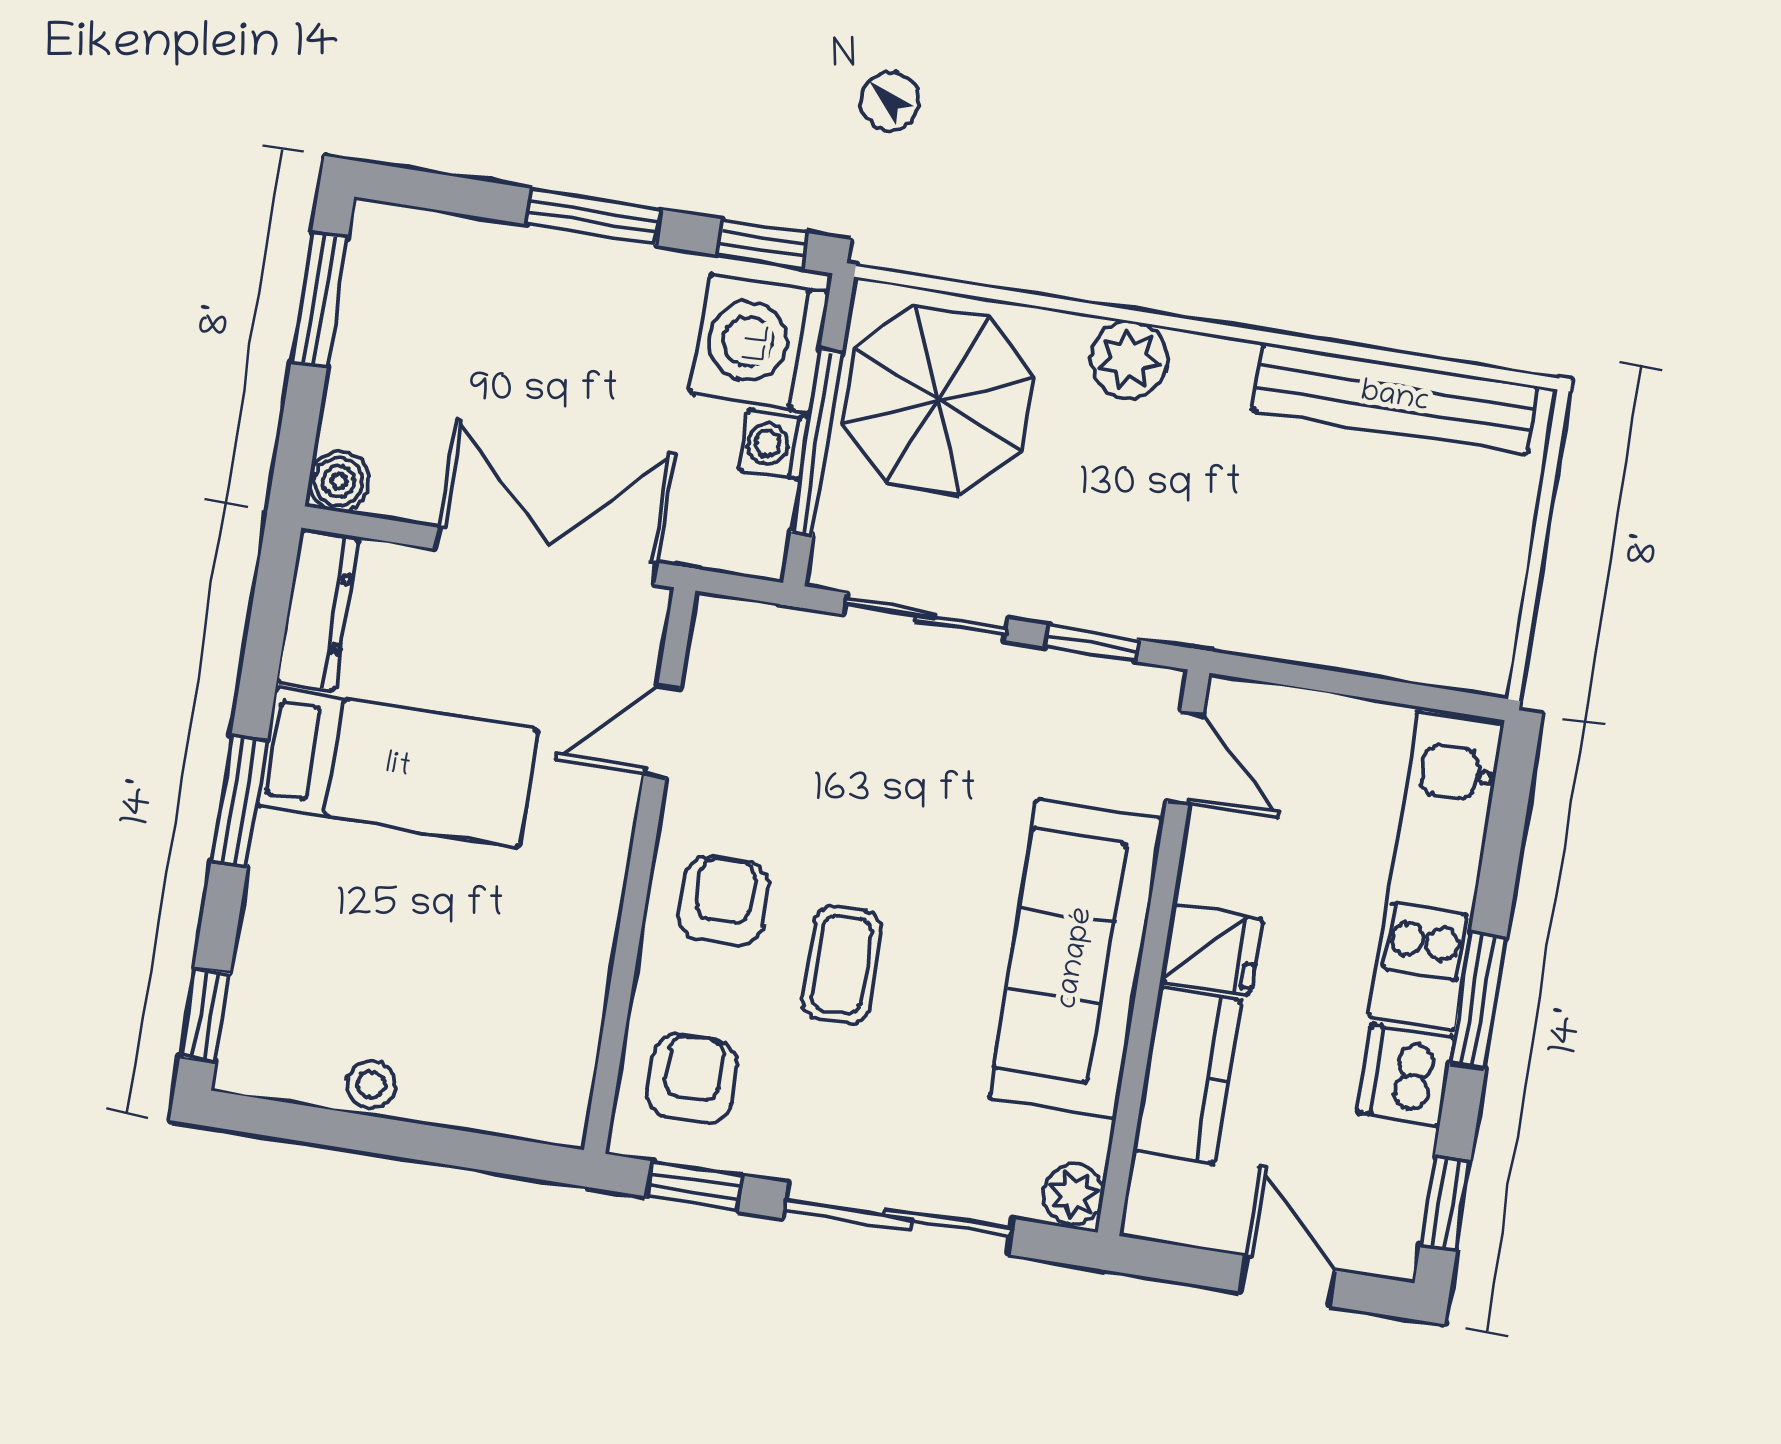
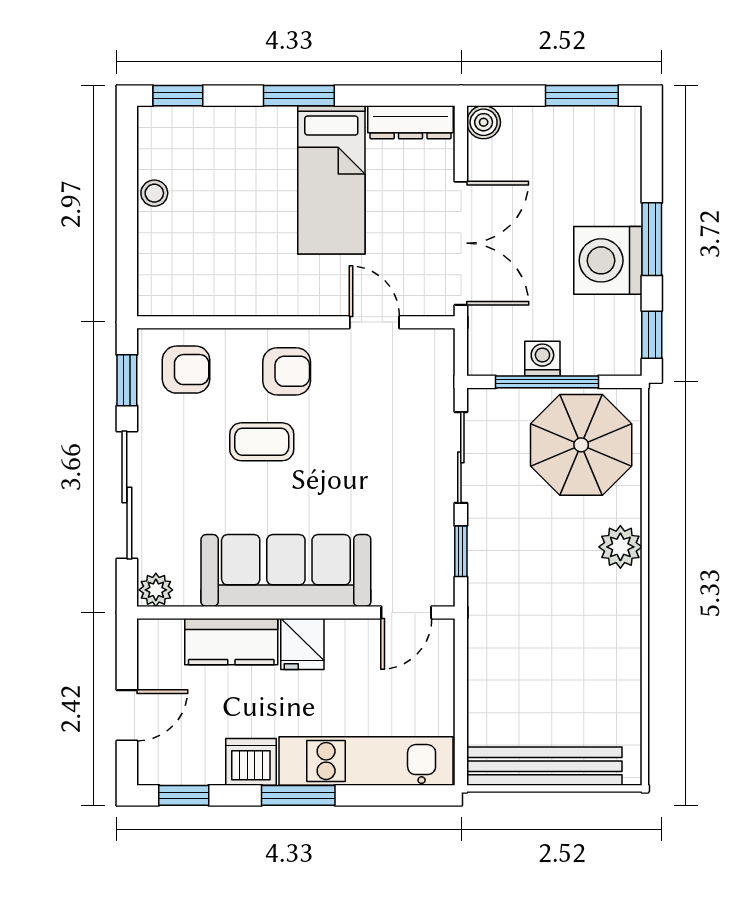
washing machine: (760, 343) -> (608, 260), moved, turned -90
bench: (1395, 398) -> (544, 766), moved, turned 90

